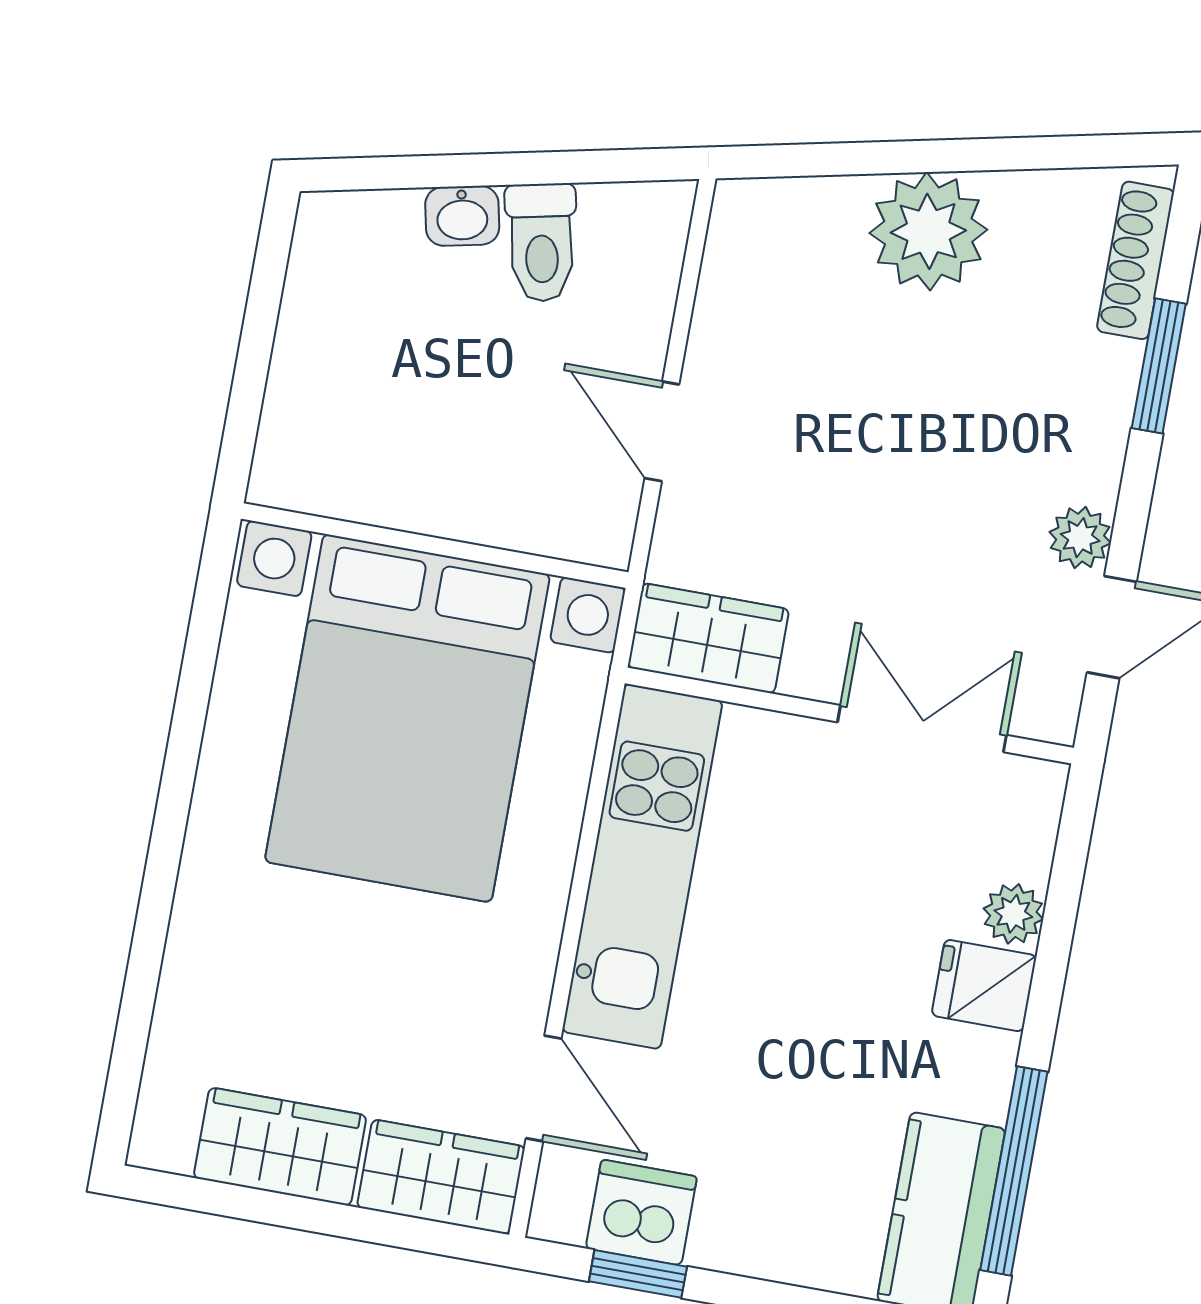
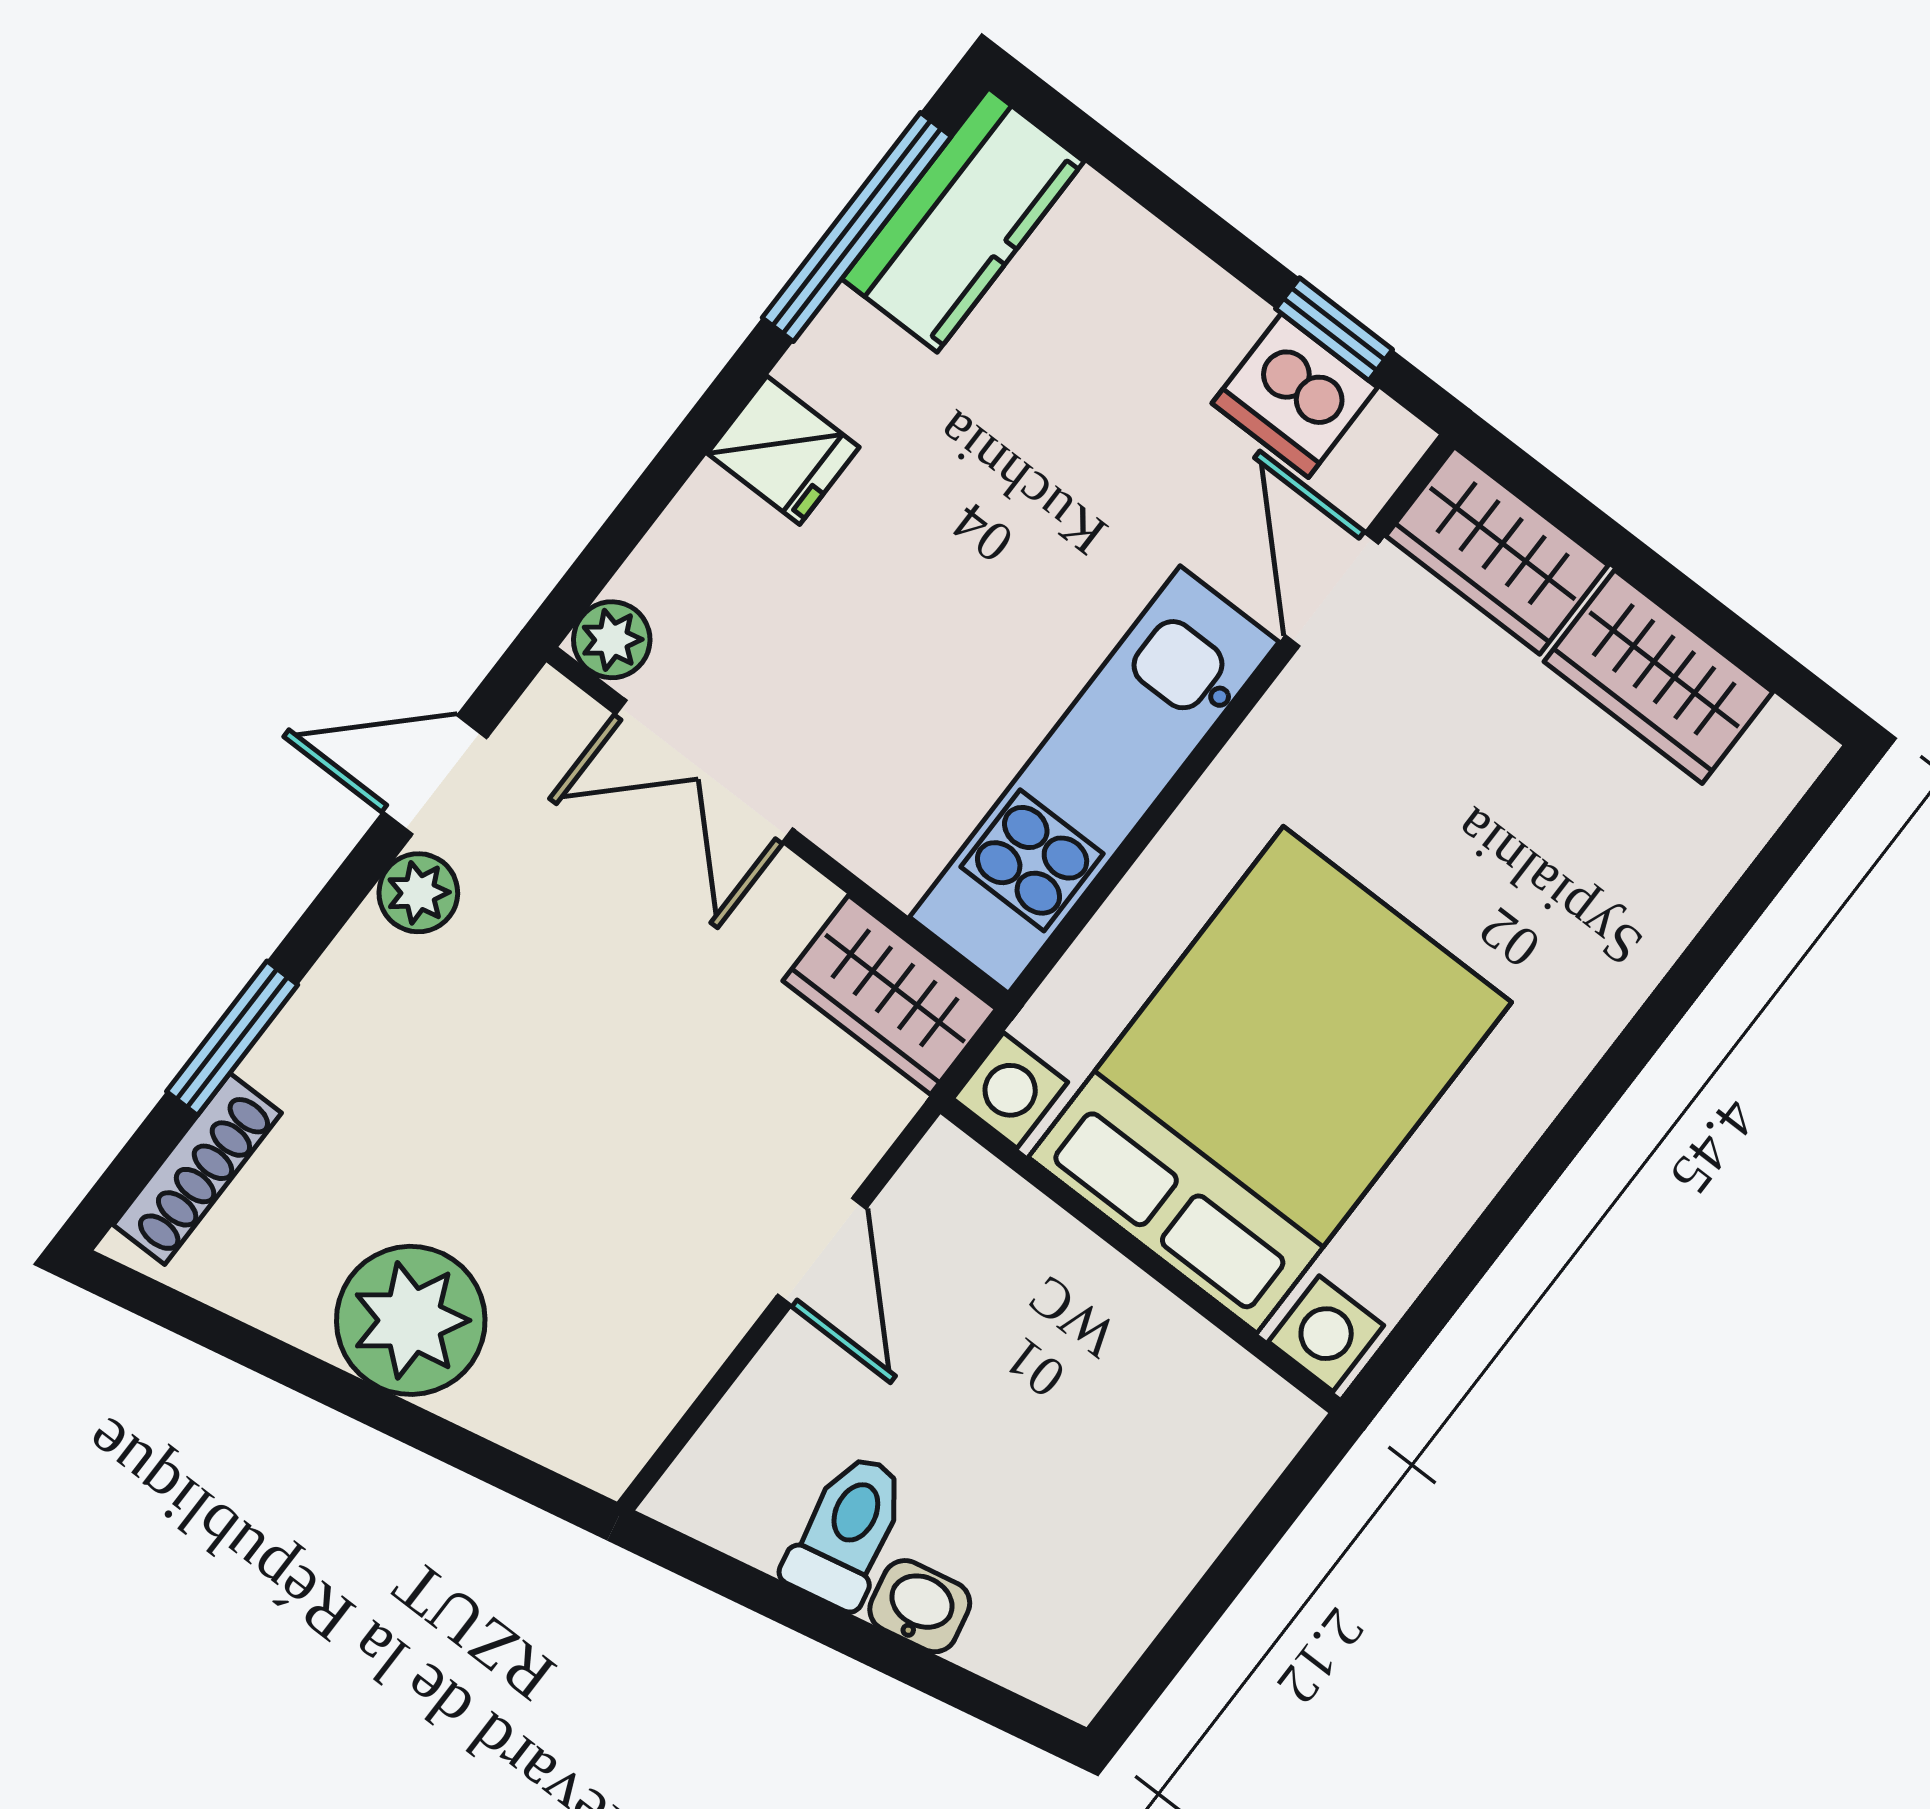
plant: (1013, 914) -> (612, 640), moved

